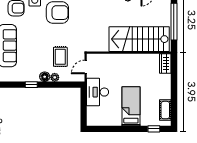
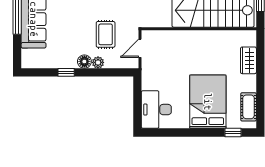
wardrobe: (165, 63) -> (248, 60), moved
desk: (98, 92) -> (156, 110), moved
bed: (131, 106) -> (208, 102), width x1.50

